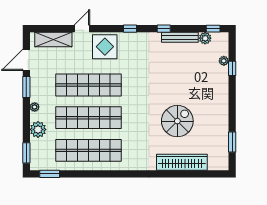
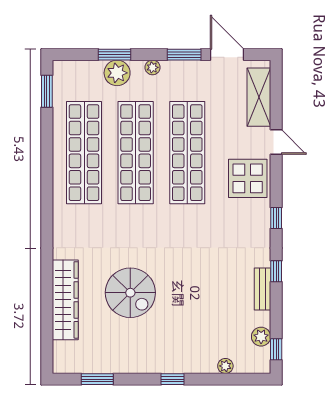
bench: (180, 37) -> (262, 289), width x0.73
window: (232, 68) -> (173, 379), moved
window: (26, 153) -> (115, 55), moved

